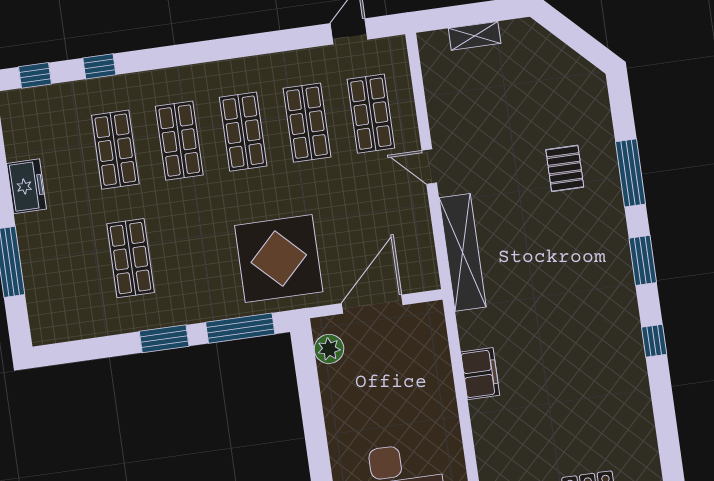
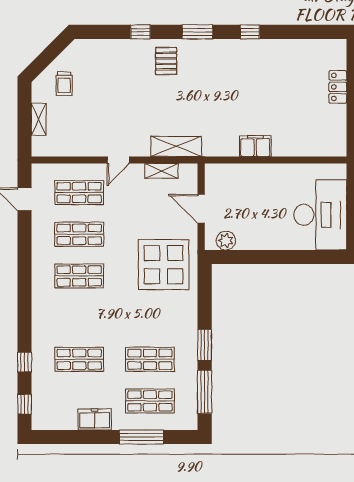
trolley: (535, 67) -> (64, 84), added
shop shelf: (179, 141) -> (150, 401), moved
pallet: (565, 168) -> (166, 61), moved, turned 90
window: (630, 173) -> (140, 32), width x0.46
shelving: (422, 235) -> (162, 171), added
shelving: (463, 252) -> (176, 146), width x0.68
door: (372, 304) -> (201, 209), width x0.73
window: (240, 328) -> (205, 392), moved

